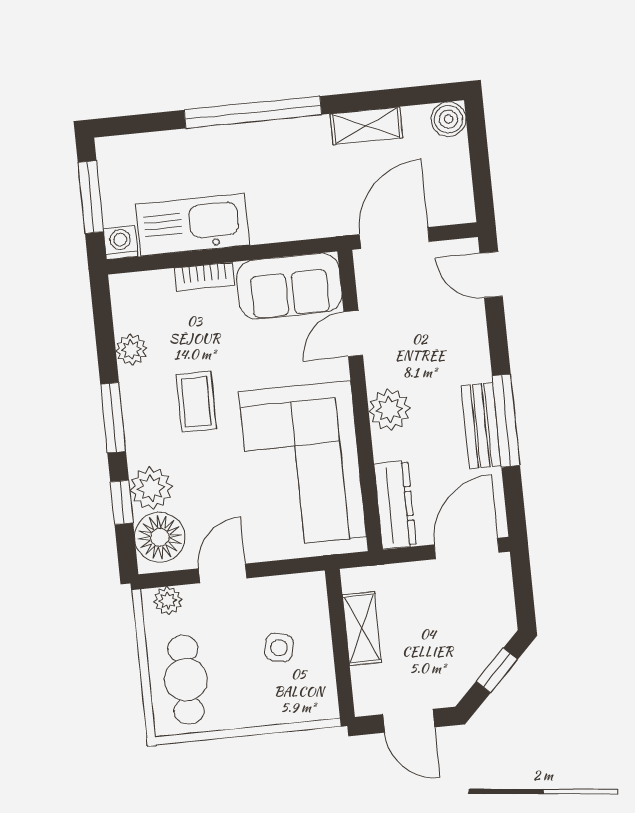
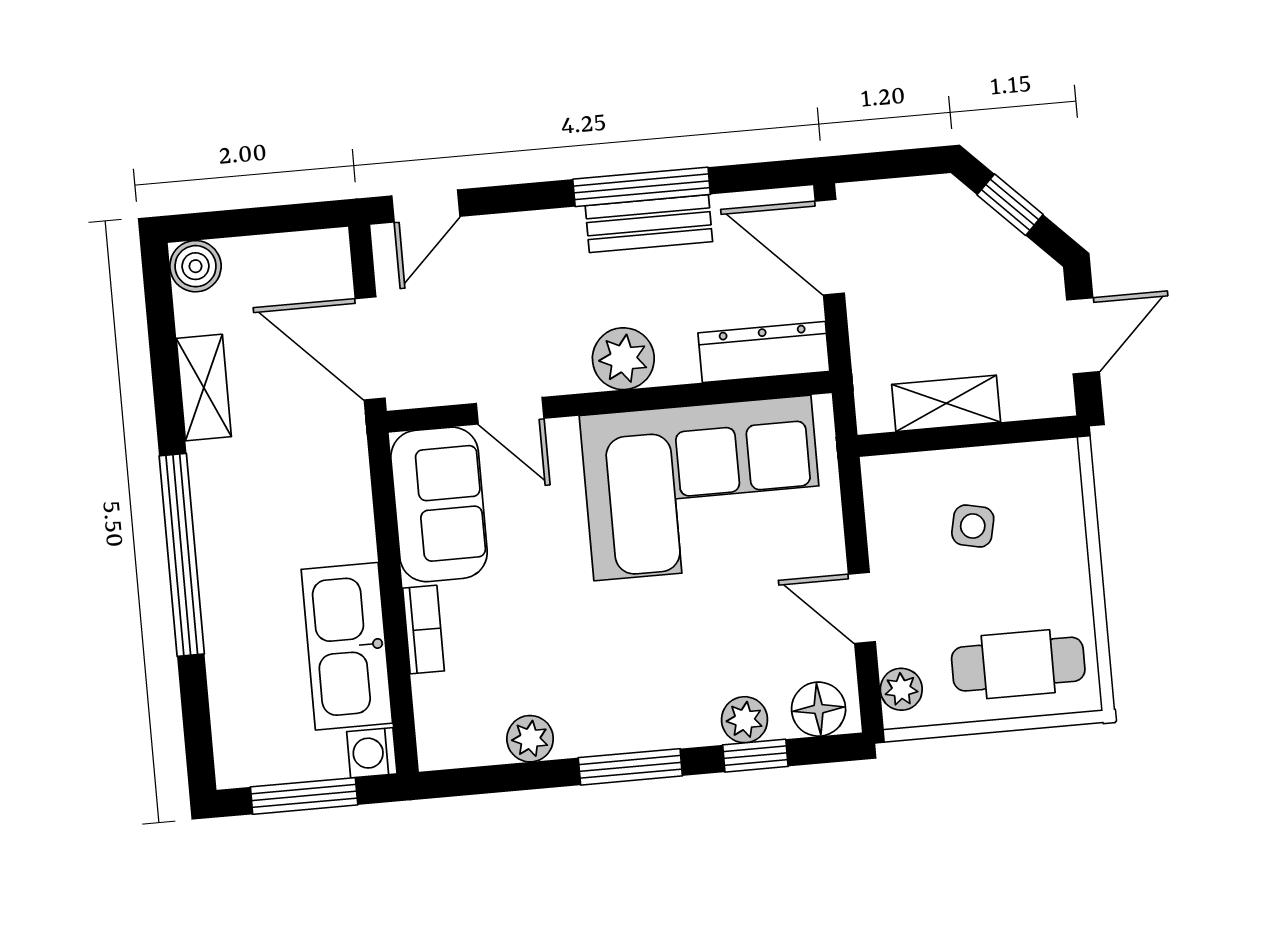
coffee table: (196, 402) -> (608, 644), removed
plant: (151, 488) -> (745, 720), width x0.73, depth x0.73
floor lamp: (160, 537) -> (819, 709), width x0.73, depth x0.73

